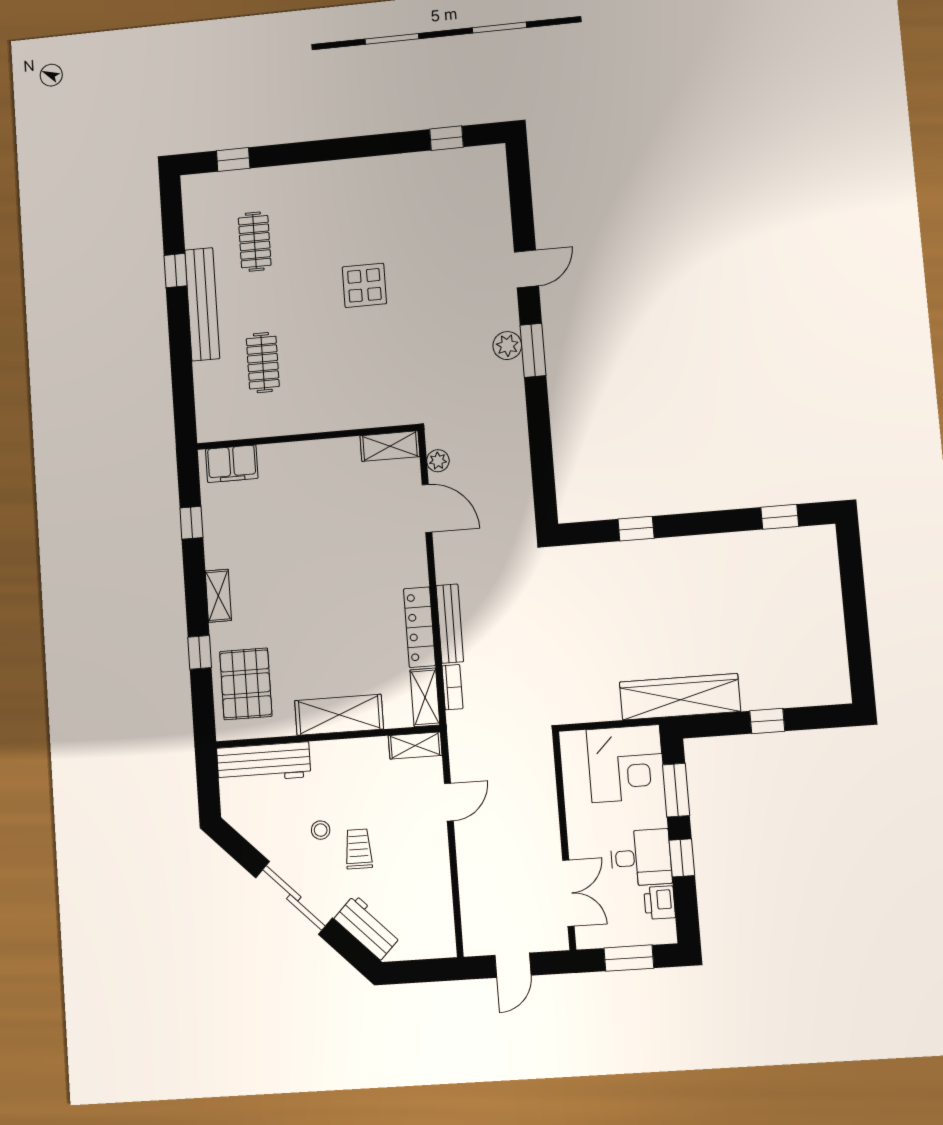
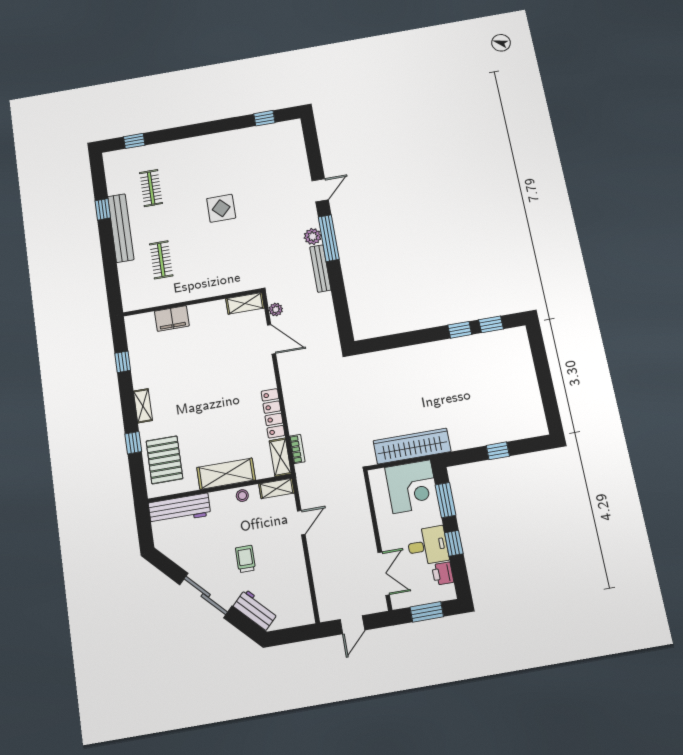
window: (533, 350) -> (329, 238), width x1.44
filing cabinet: (232, 464) -> (172, 319), moved
window: (636, 529) -> (460, 330), moved
bench: (450, 624) -> (320, 268), moved
wardrobe: (680, 697) -> (412, 446), moved
stool: (321, 830) -> (242, 496), moved

